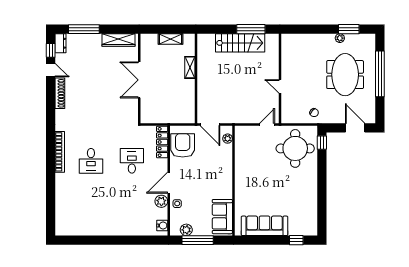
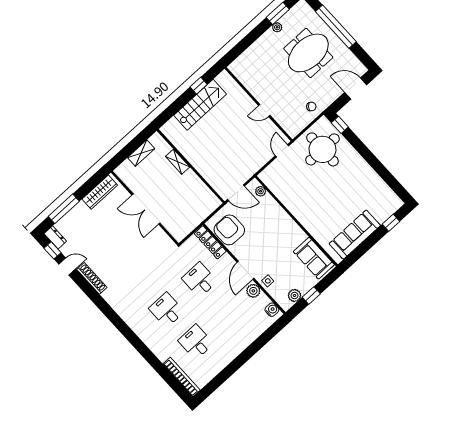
window: (251, 29) -> (199, 86), width x0.46
meeting table: (345, 75) -> (308, 53), turned 90
bookcase: (60, 152) -> (182, 377), moved
desk: (91, 161) -> (167, 310), turned 180
desk: (91, 200) -> (196, 342), added
window: (198, 240) -> (311, 295), width x0.46

